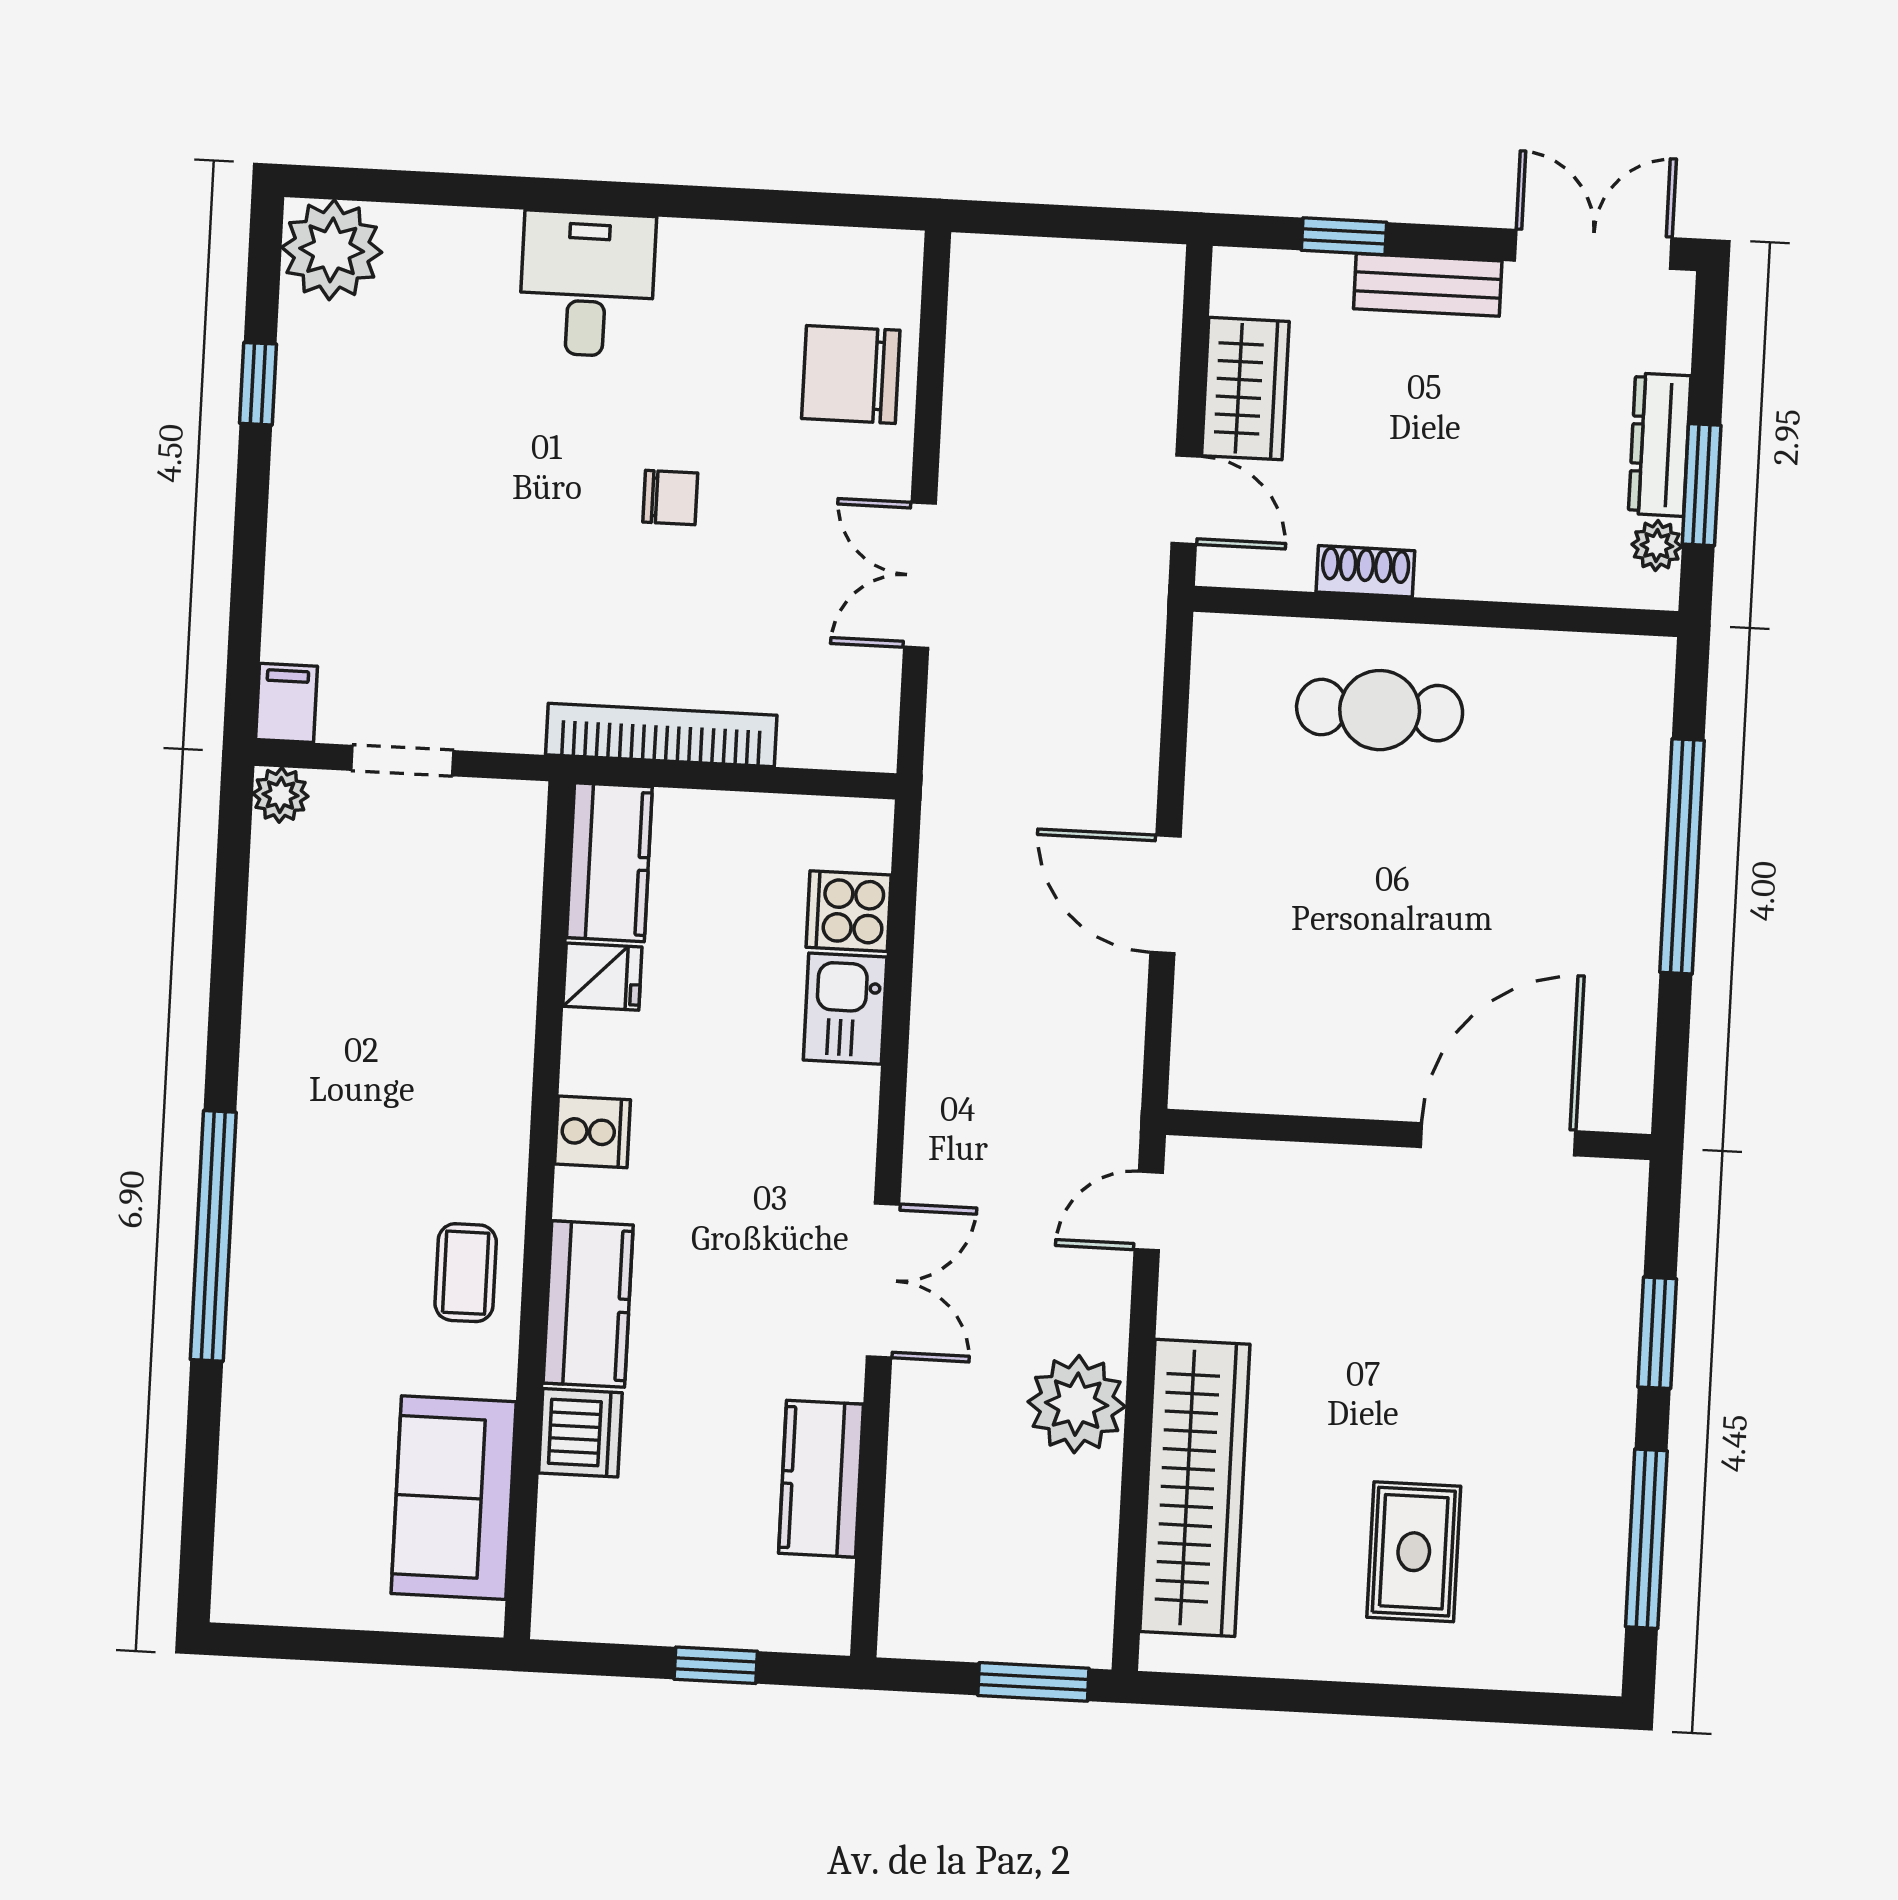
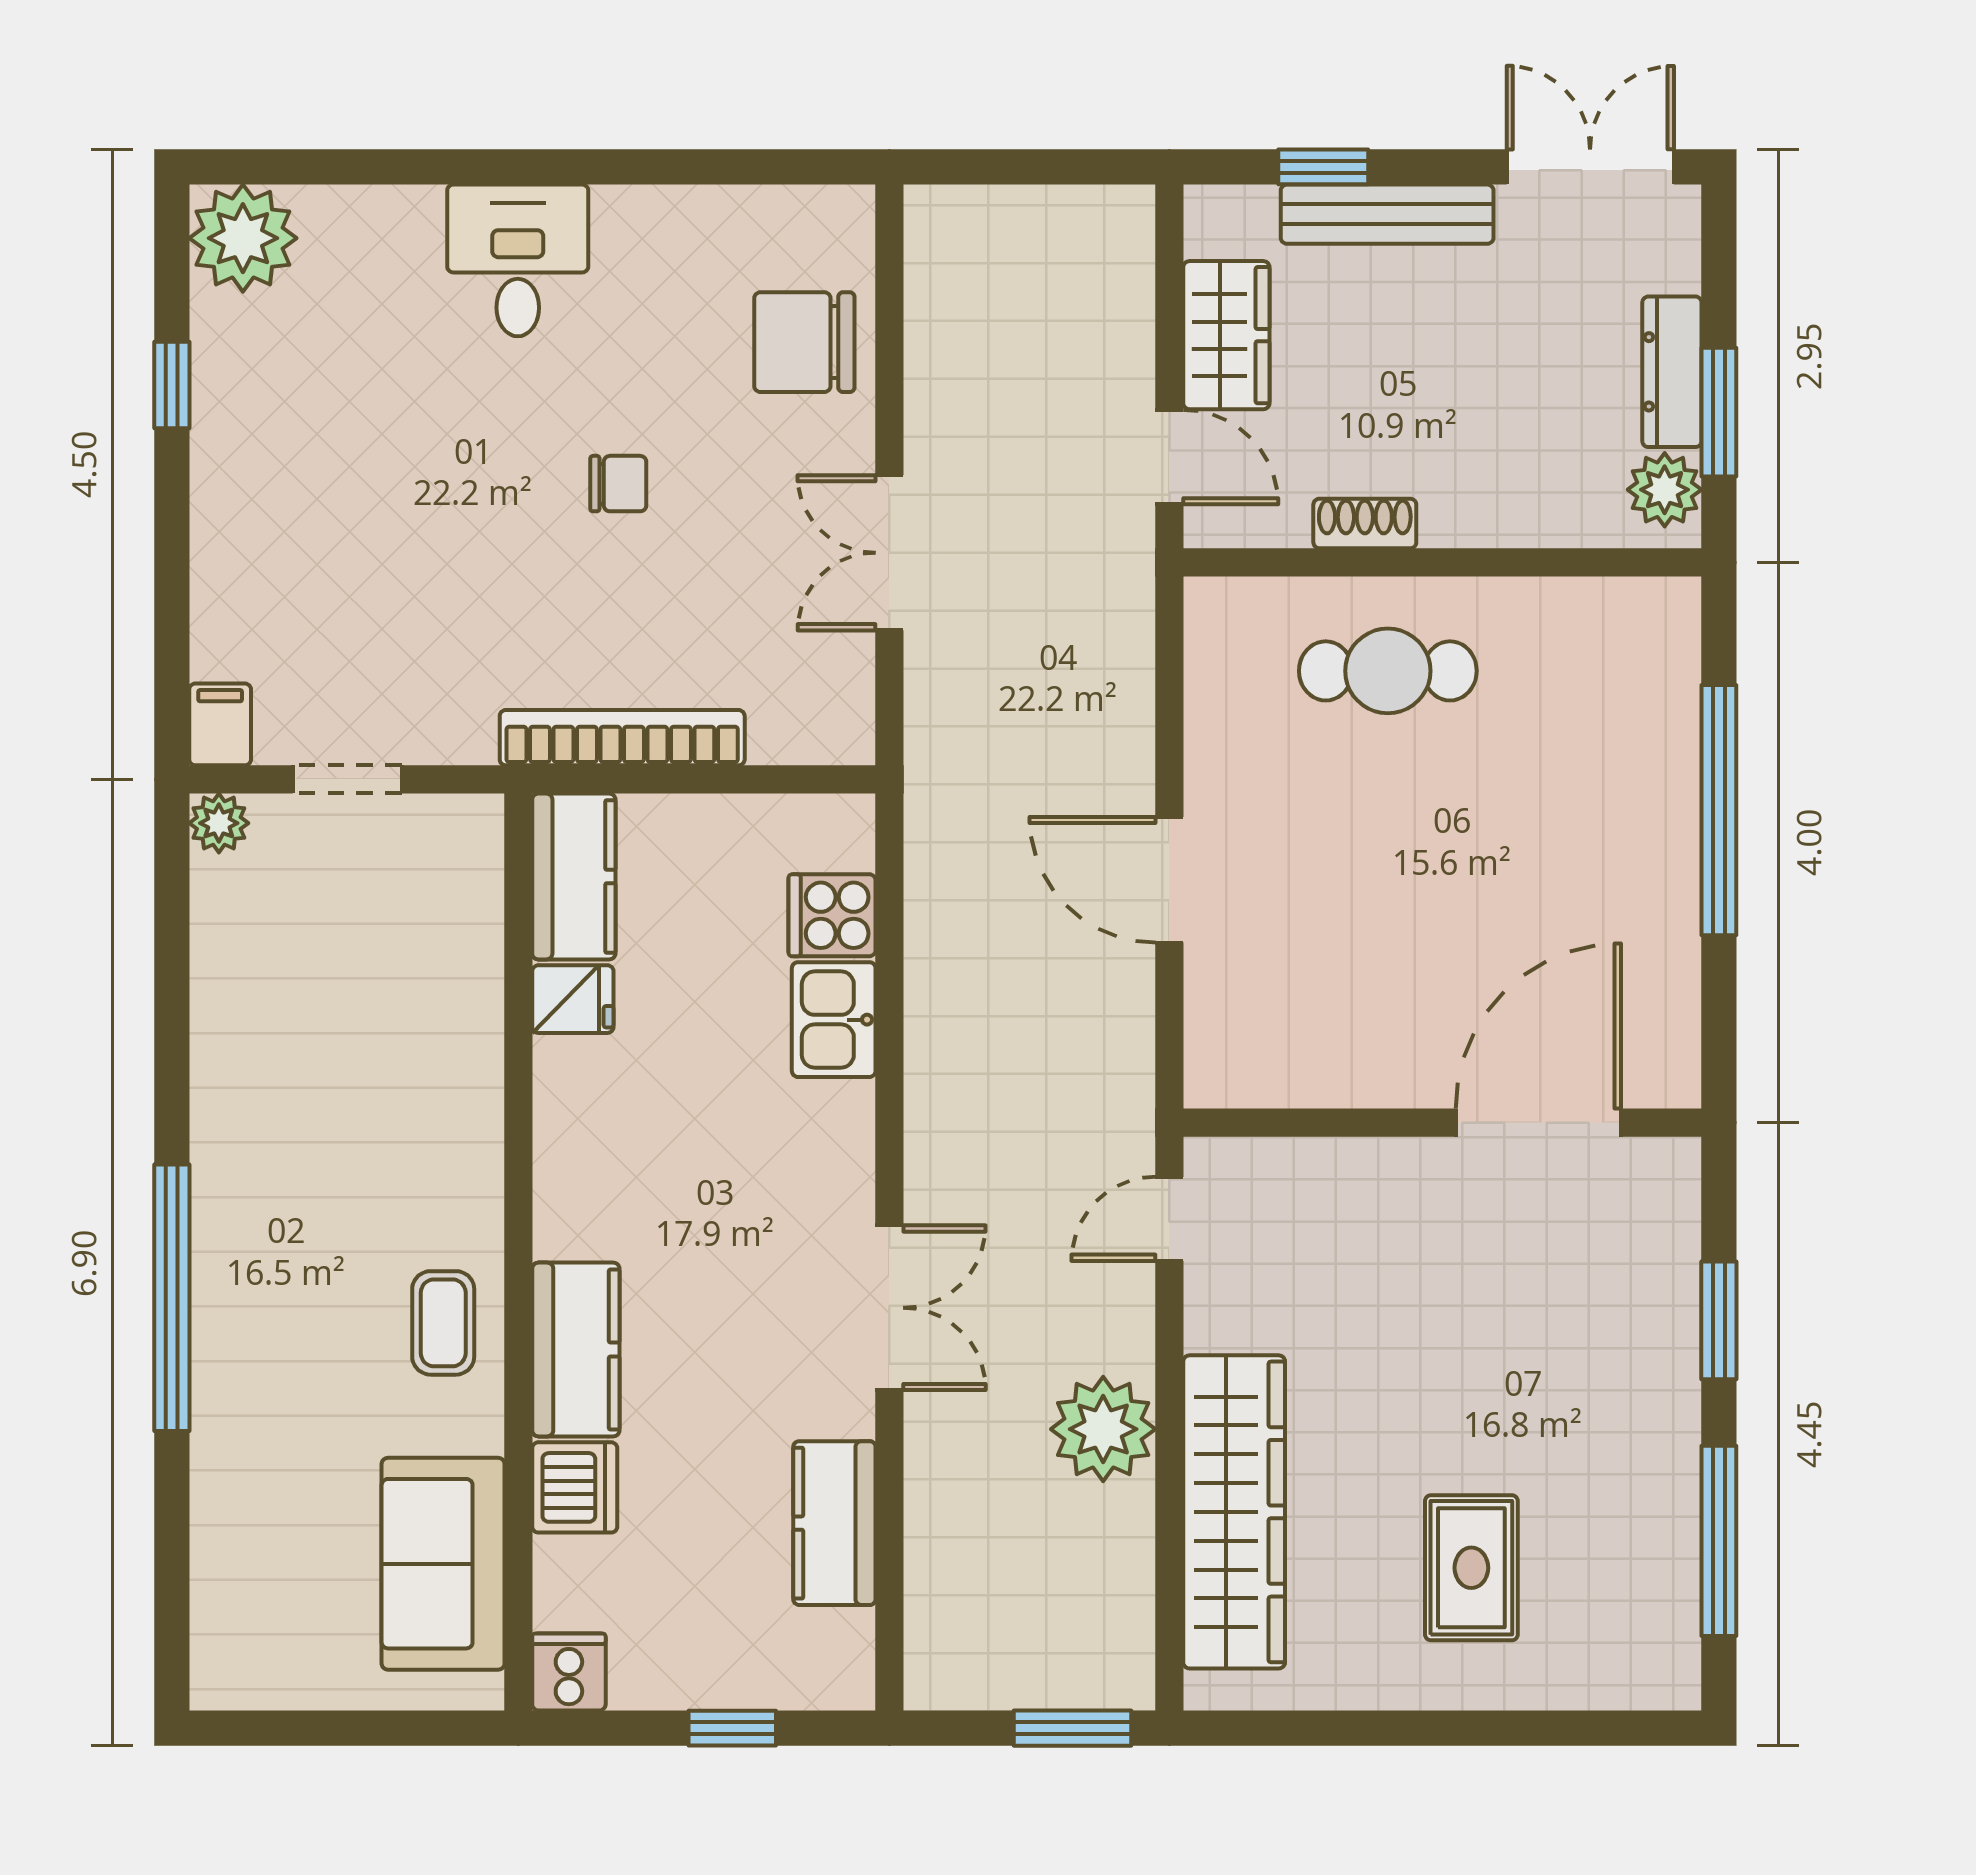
bench: (1428, 285) -> (1387, 214), width x1.36
plant: (1657, 545) -> (1665, 490), width x1.38, depth x1.38
cooker: (593, 1132) -> (569, 1672), moved, turned -90

